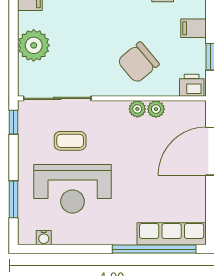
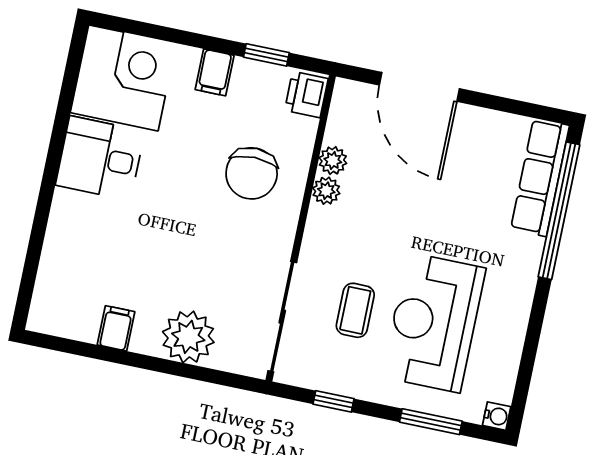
chair: (138, 63) -> (252, 173), turned 40
window: (14, 122) -> (334, 401), moved
reception desk: (73, 189) -> (434, 323), turned 180
water cooler: (44, 238) -> (497, 416), moved

